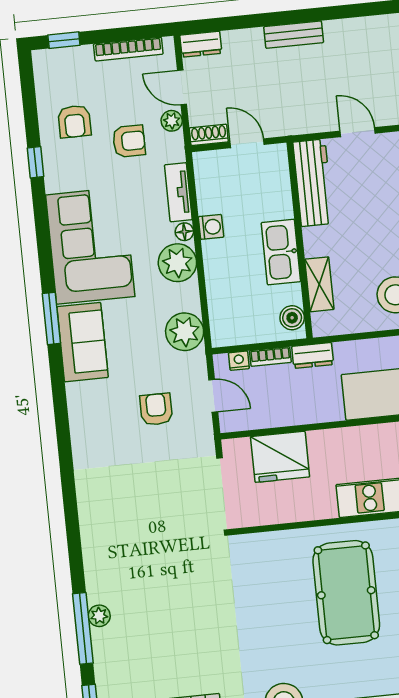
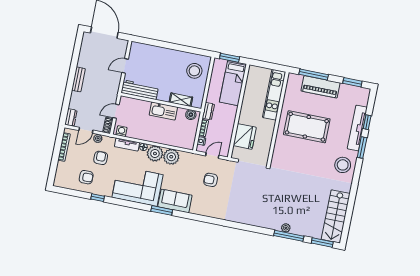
window: (64, 40) -> (53, 171), removed
washing machine: (211, 227) -> (122, 131), moved
plant: (185, 332) -> (171, 157), moved

